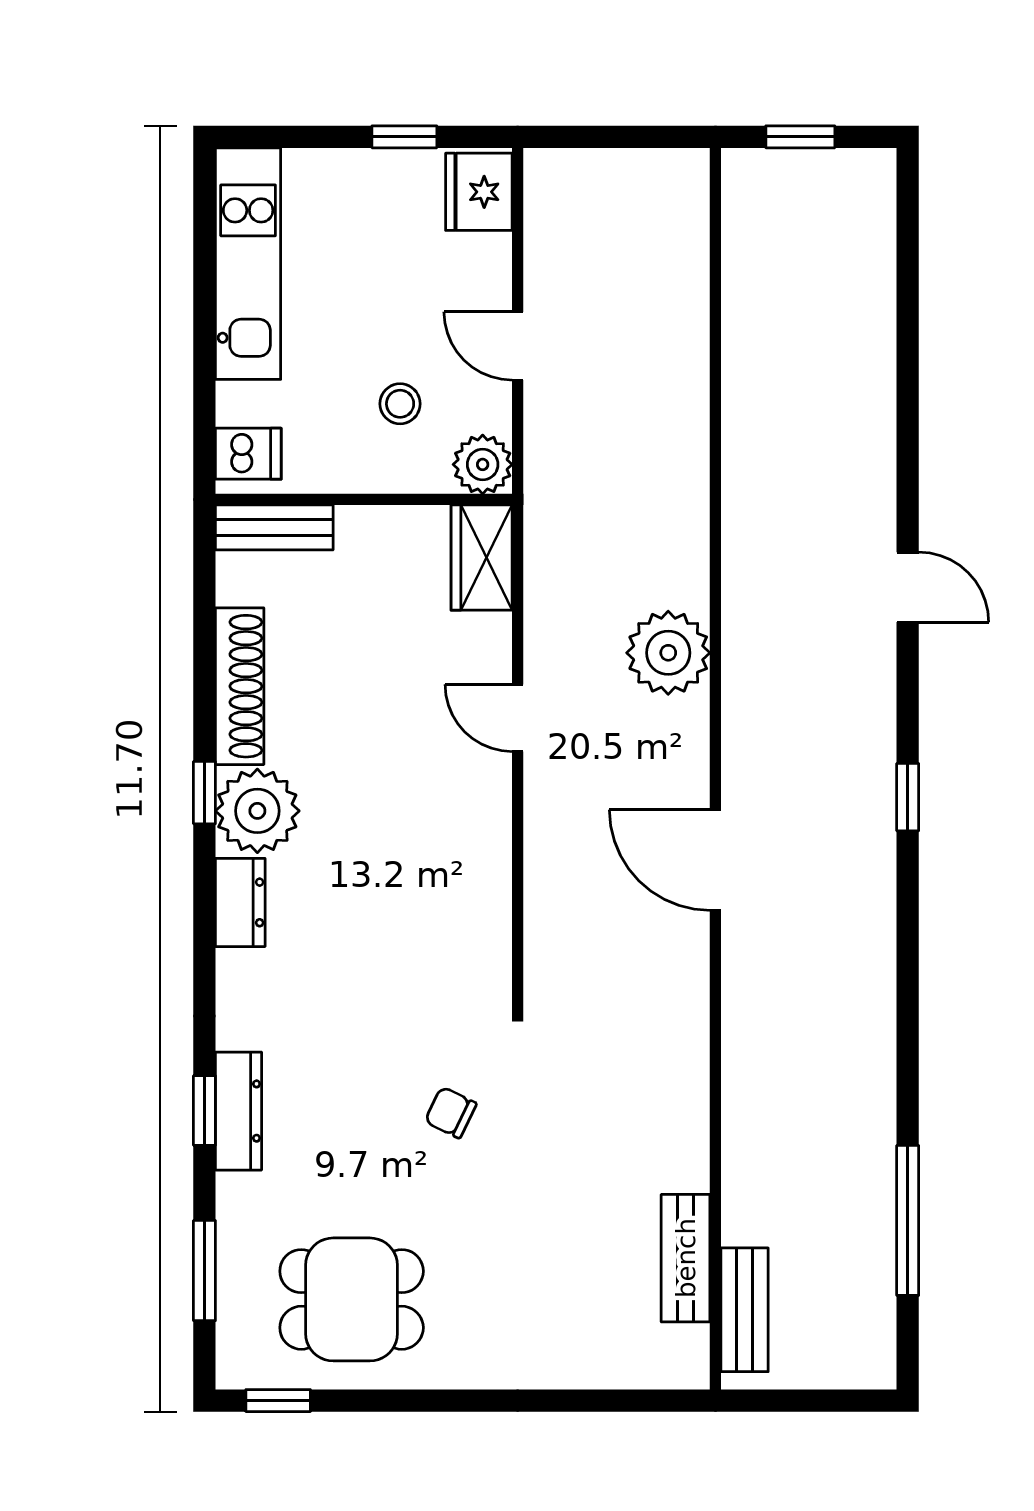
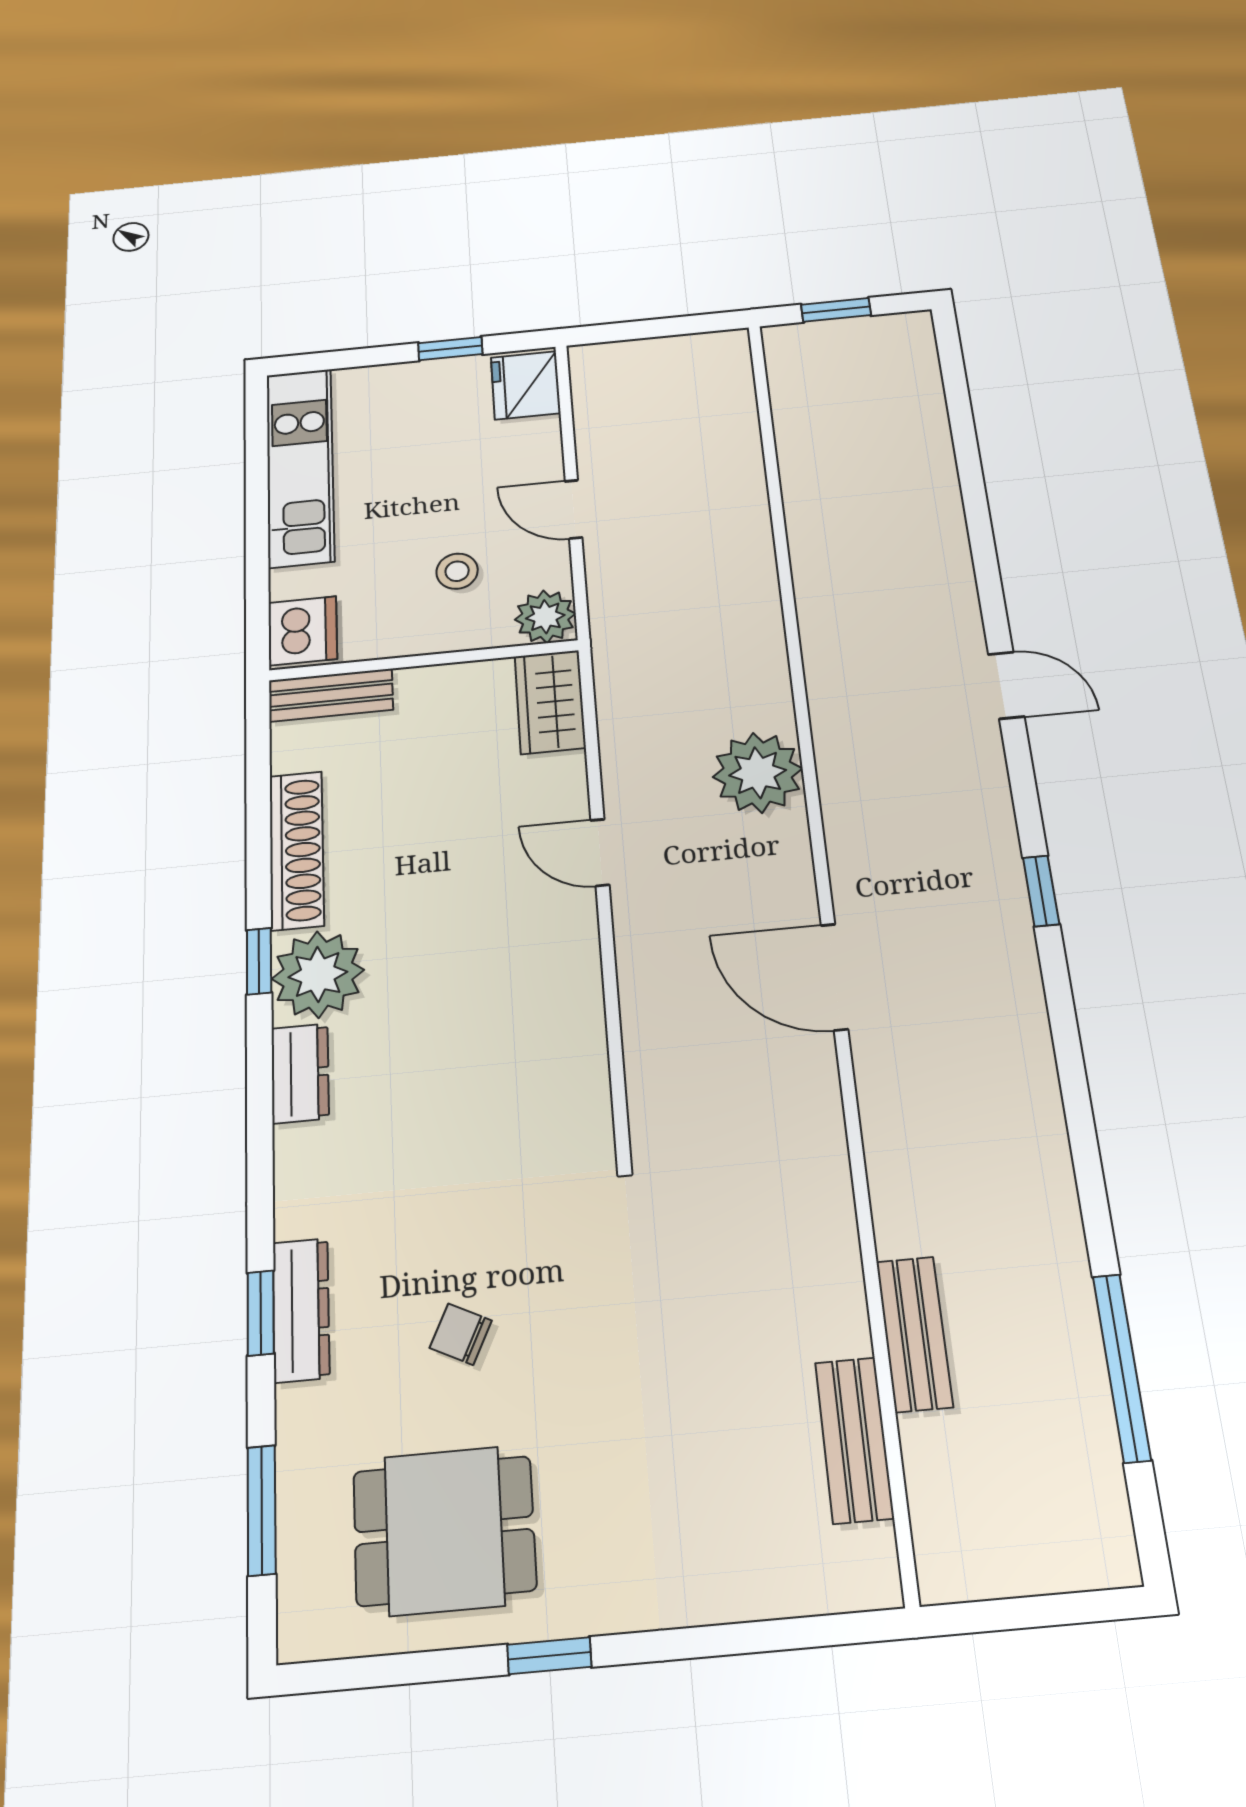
dishwasher: (248, 454) -> (303, 631), width x1.38
chair: (451, 1112) -> (461, 1334), moved
bench: (745, 1310) -> (914, 1334), moved
window: (278, 1401) -> (549, 1656), moved

